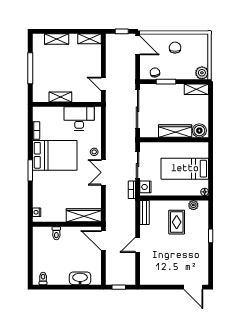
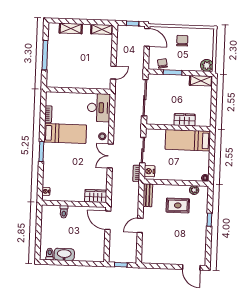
door: (103, 84) -> (113, 73), swing flipped
shelving: (60, 97) -> (72, 83), removed
desk: (79, 118) -> (99, 108), moved, turned 90
wardrobe: (175, 131) -> (185, 120), width x0.67
boiler: (199, 131) -> (202, 120), removed
bed: (55, 155) -> (65, 133), width x0.67
bed: (185, 169) -> (188, 140), moved
wardrobe: (84, 215) -> (96, 196), width x0.67
rug: (177, 222) -> (178, 205), turned 90
washbasin: (80, 278) -> (64, 254), moved

